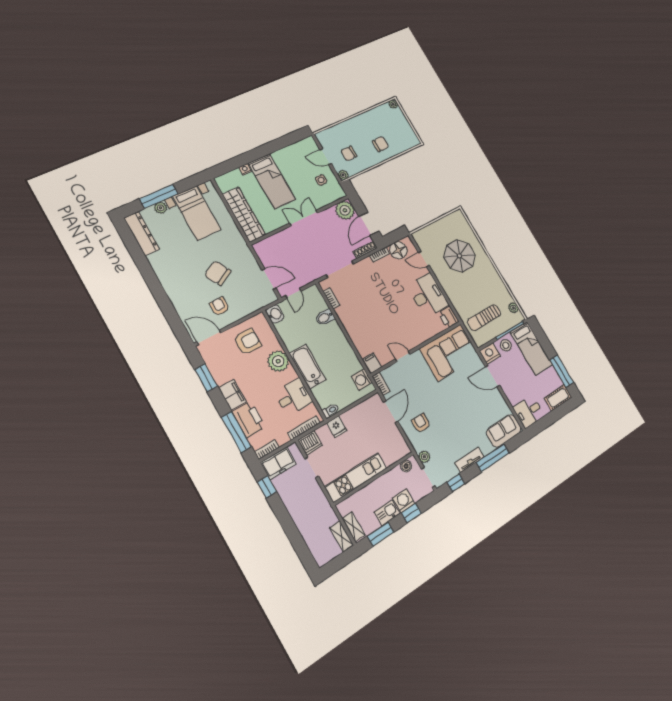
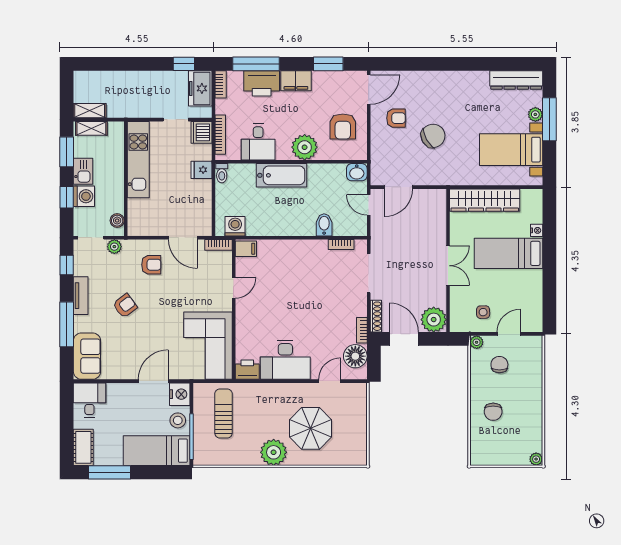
plant: (513, 308) -> (274, 452), moved, width x1.88, depth x1.88
armchair: (458, 425) -> (125, 306), added

